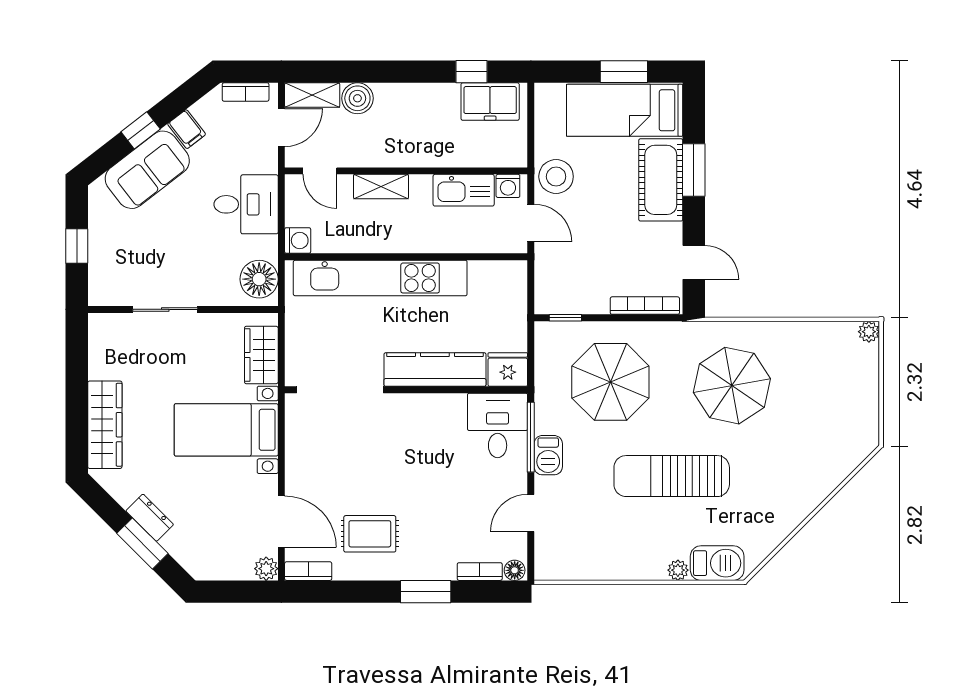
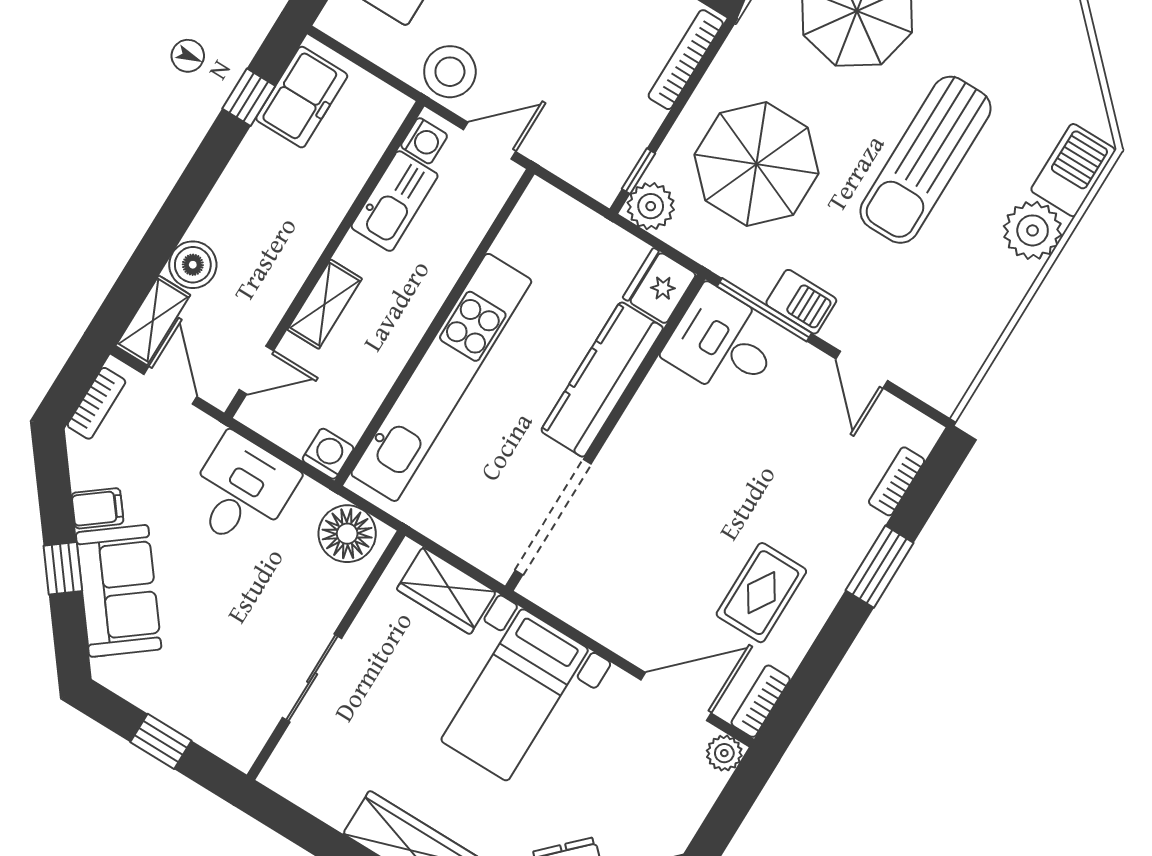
plant: (550, 337) -> (651, 206), added
floor lamp: (515, 570) -> (922, 436), removed
plant: (678, 570) -> (1033, 230), width x1.88, depth x1.88

